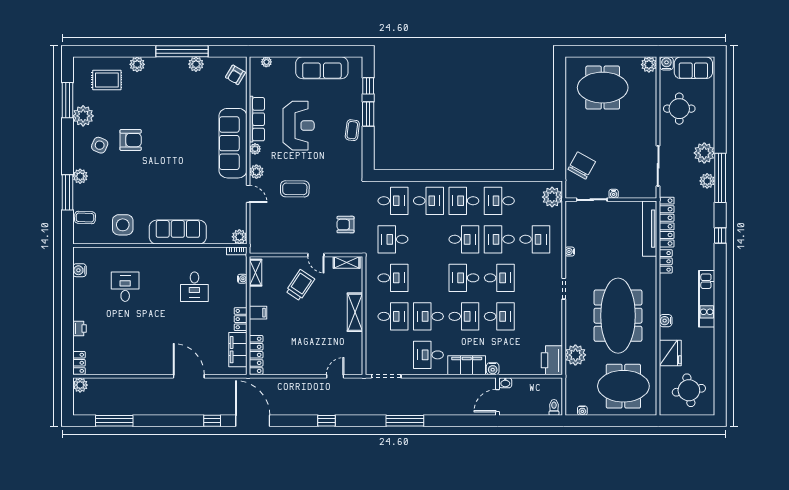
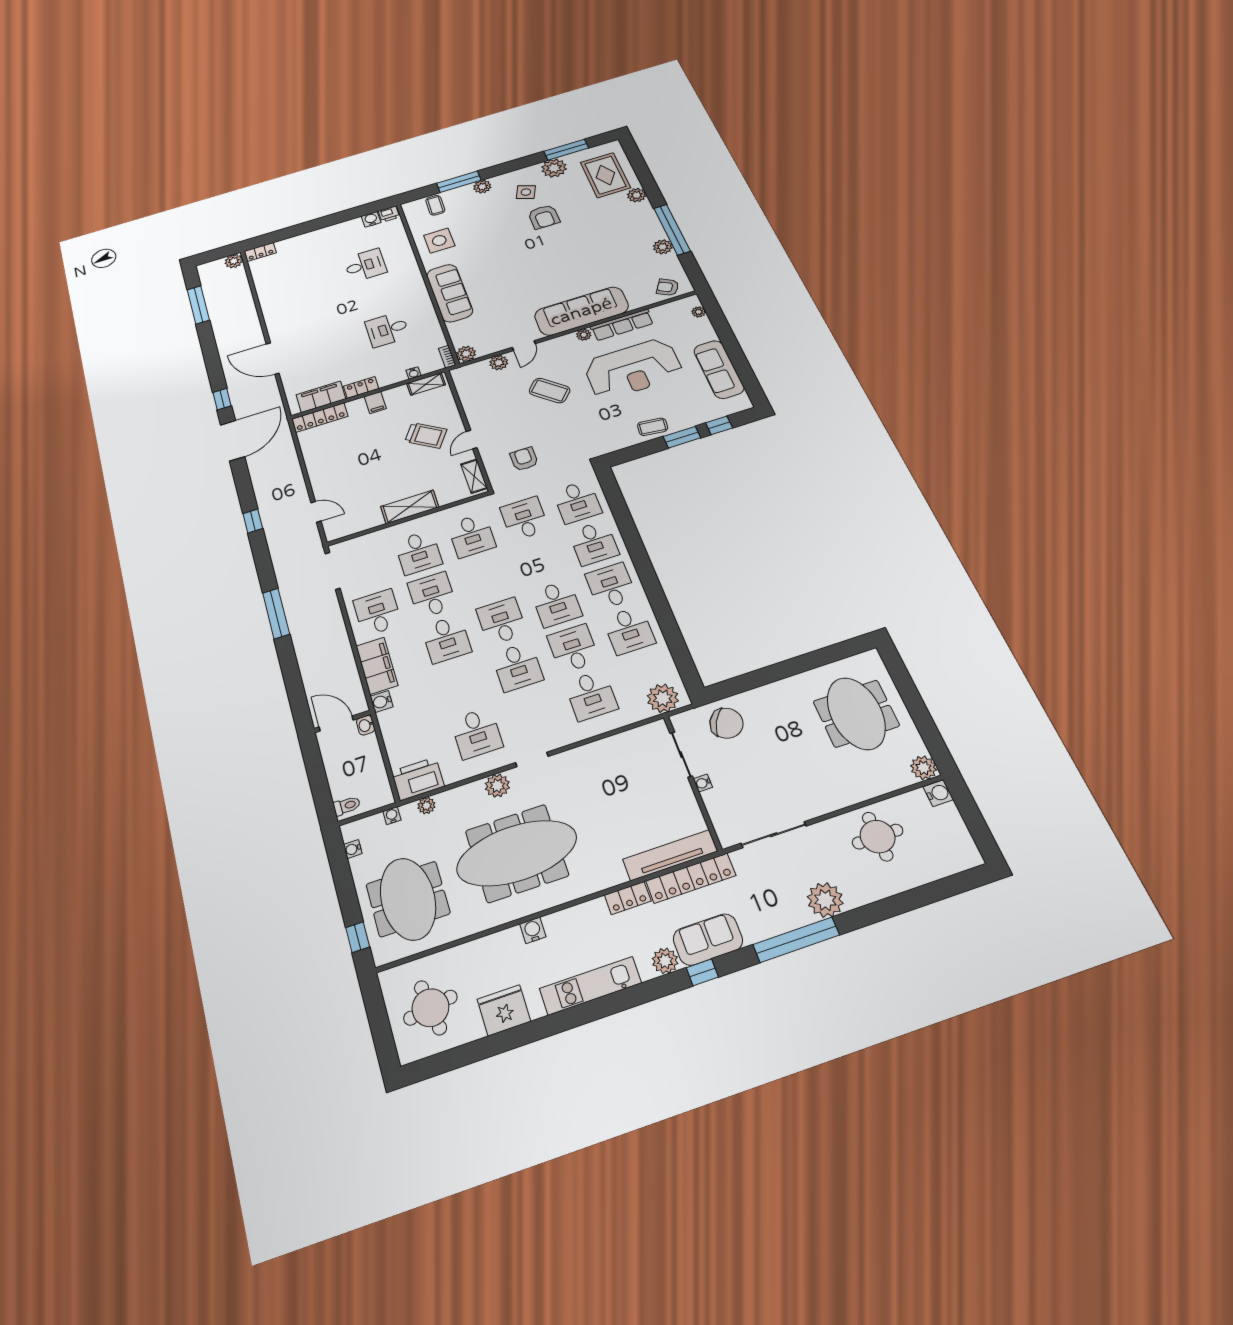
sofa: (693, 68) -> (708, 939), moved, turned 90
rug: (107, 80) -> (605, 175), width x1.36, depth x1.43
reception desk: (299, 126) -> (633, 369), width x1.36, depth x1.30
plant: (256, 172) -> (499, 363), moved
plant: (707, 181) -> (665, 961), moved
coffee table: (295, 189) -> (550, 391), turned -49
desk: (499, 201) -> (629, 630), turned 180
water cooler: (570, 252) -> (392, 816), moved
plant: (573, 314) -> (497, 786), added
desk: (499, 316) -> (477, 733), moved
printer: (79, 329) -> (389, 214), moved
fridge: (670, 353) -> (504, 1010), moved, turned 180
plant: (575, 355) -> (426, 806), width x0.53, depth x0.53
door: (189, 376) -> (273, 359), swing flipped
window: (636, 421) -> (358, 937), added

